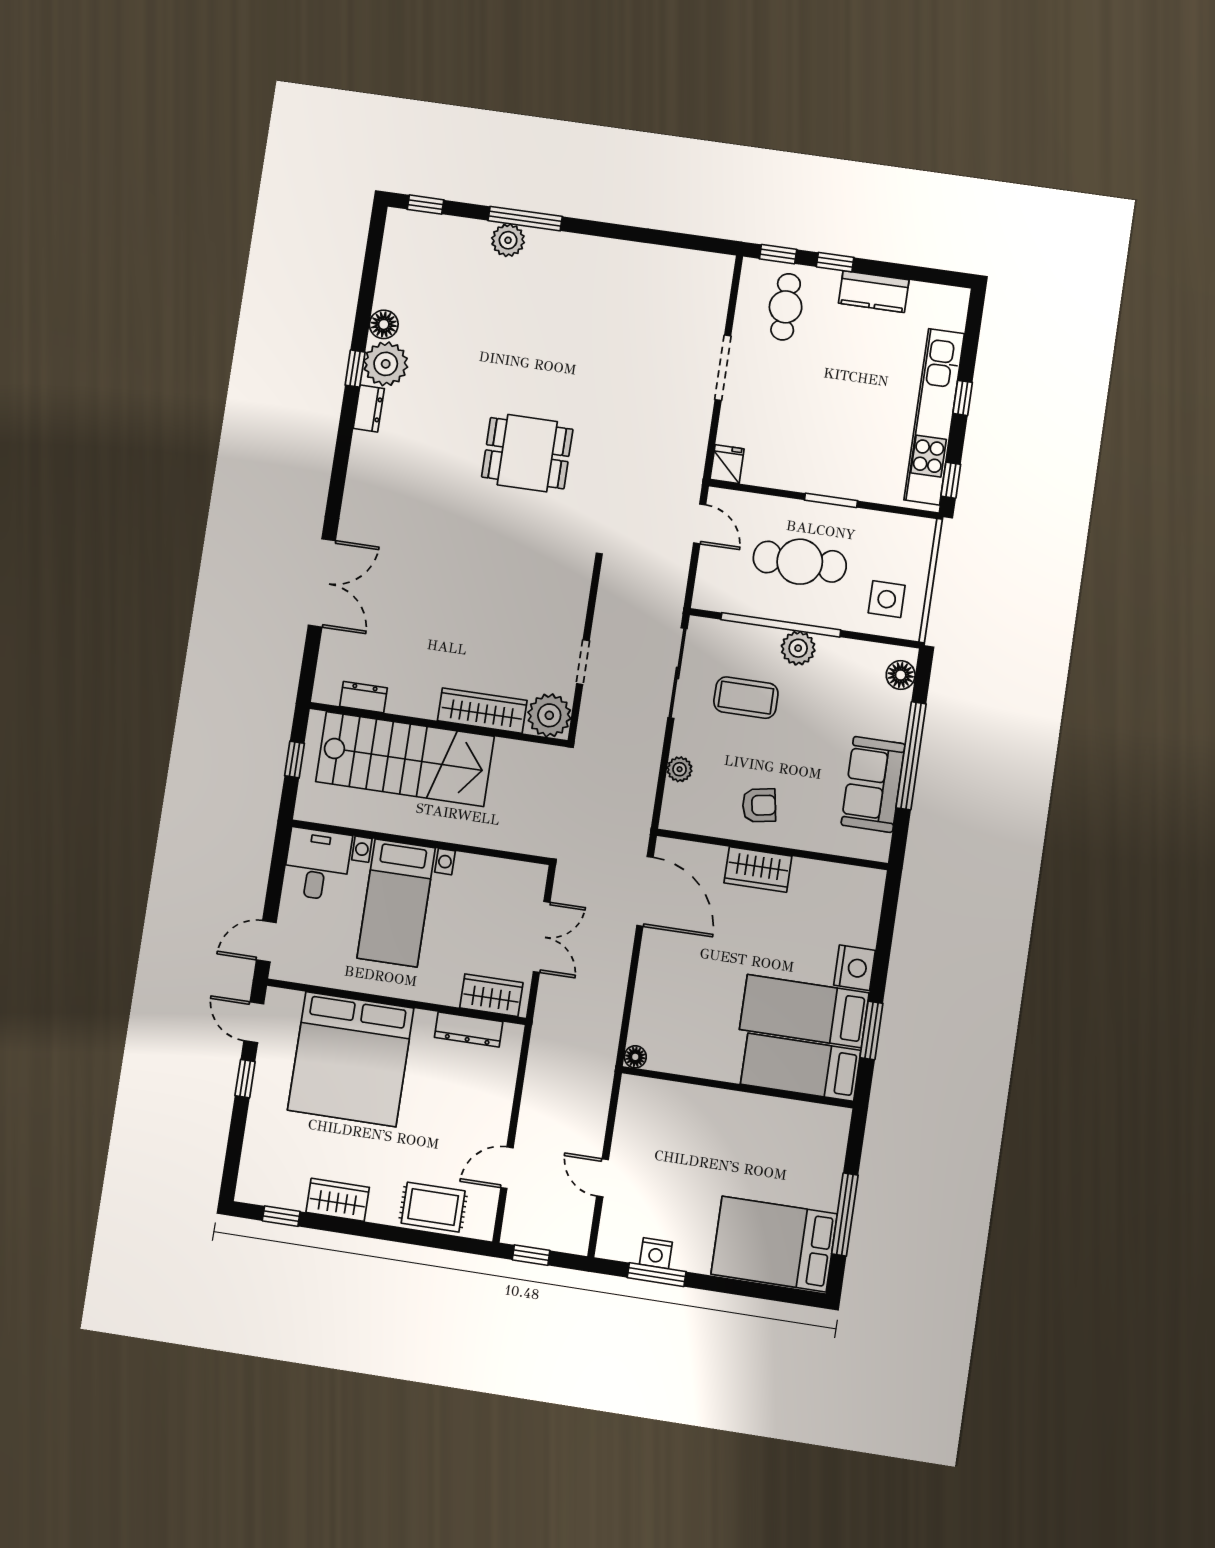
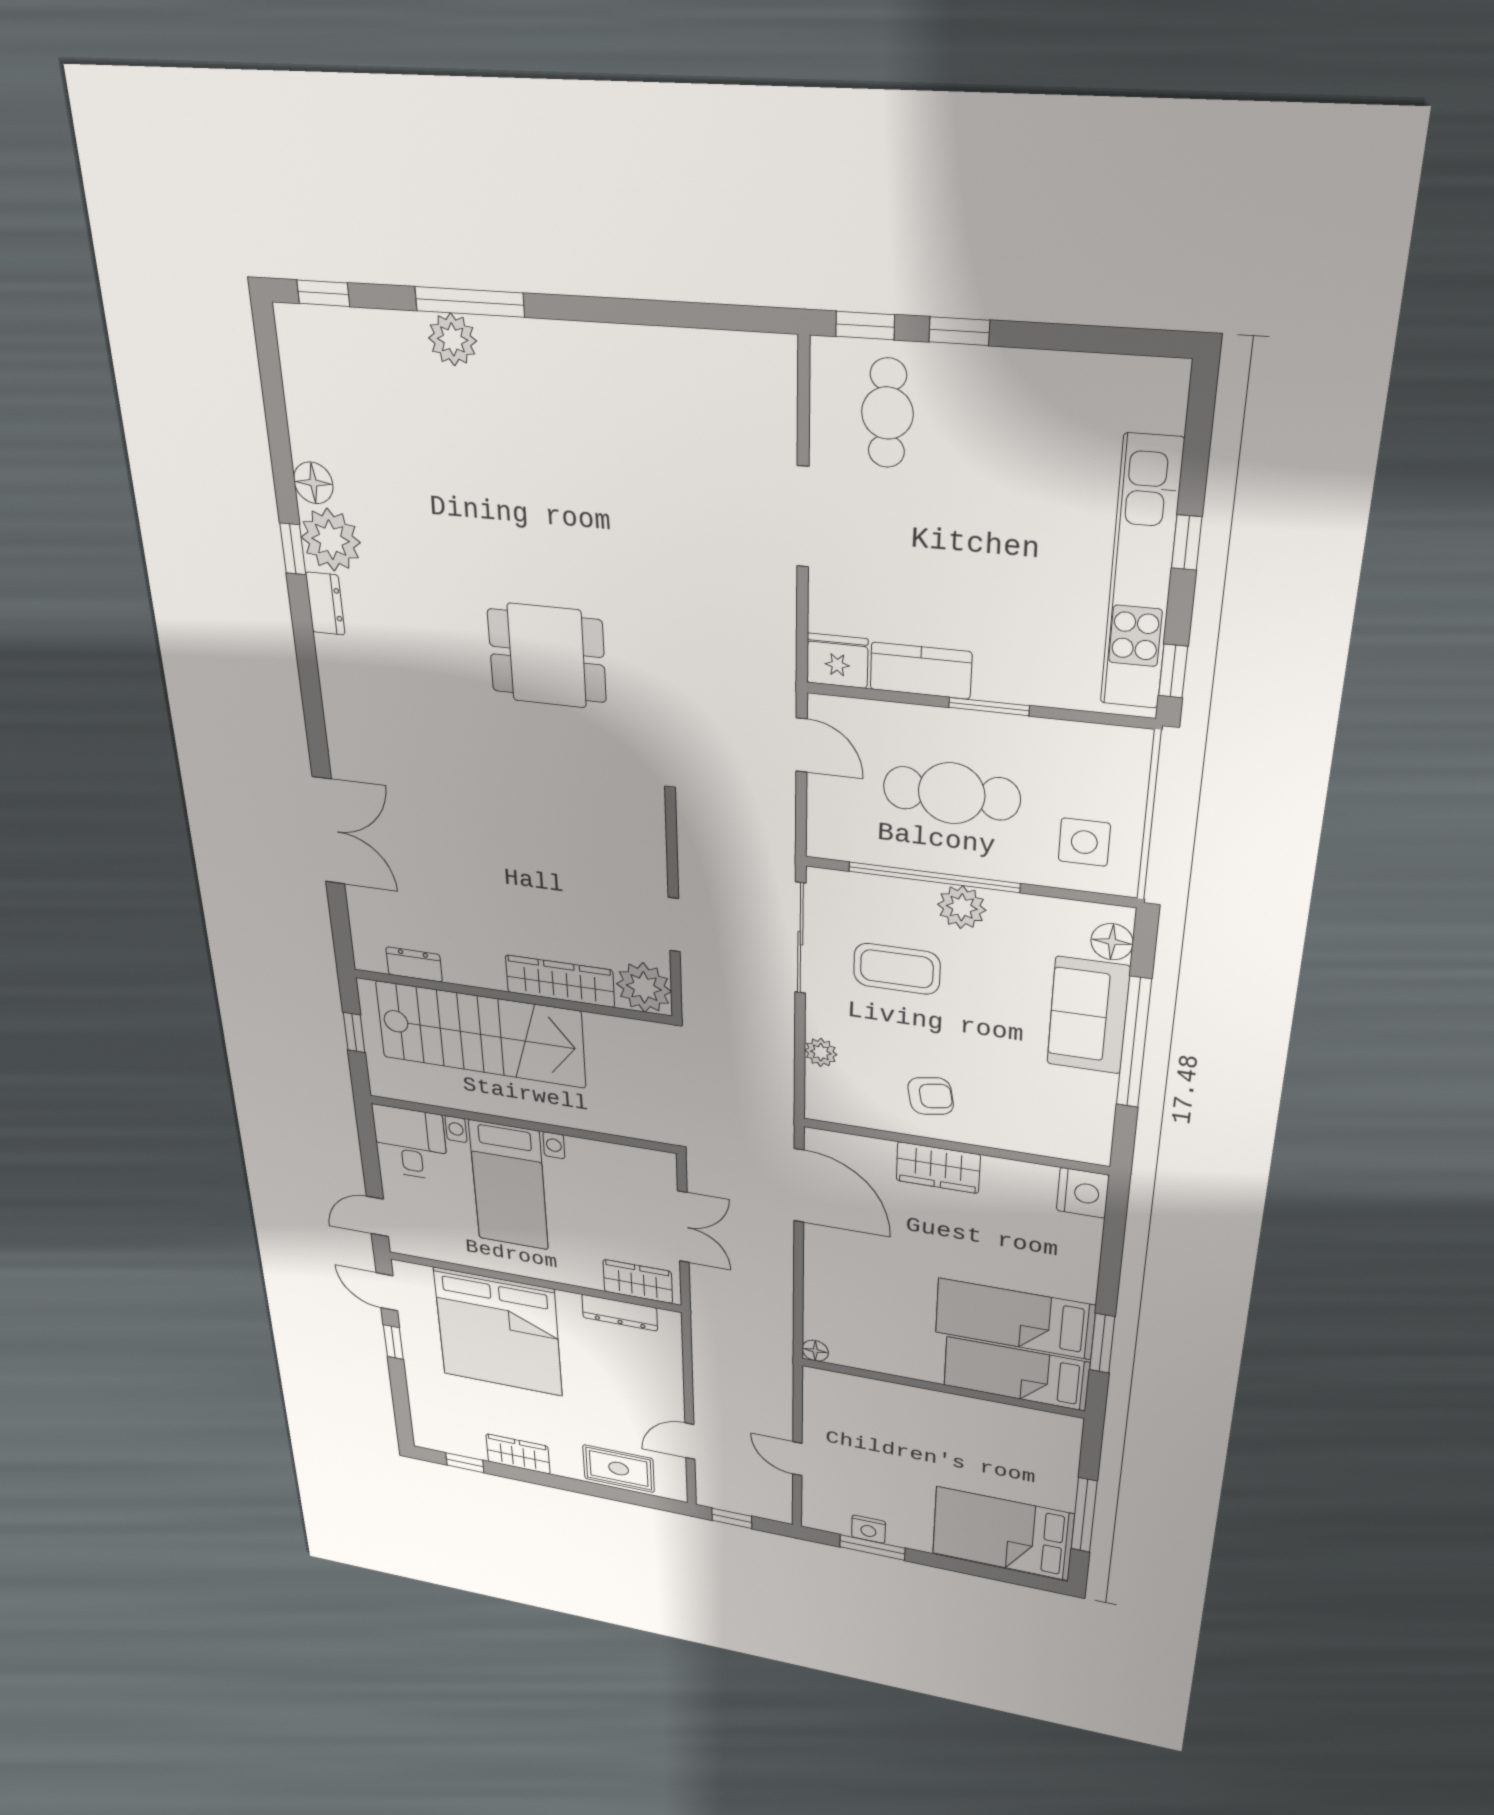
kitchen counter: (874, 292) -> (921, 671), moved, turned 180
fridge: (727, 464) -> (837, 661), width x1.38
sofa: (873, 784) -> (1088, 1015), moved
nightstand: (854, 968) -> (1083, 1193), moved

